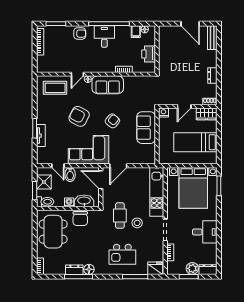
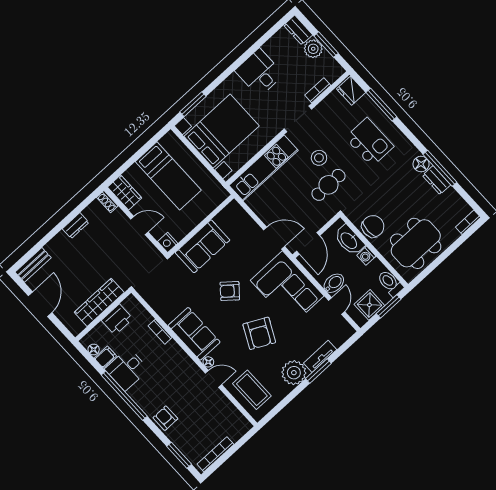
desk: (104, 37) -> (127, 369), moved
wardrobe: (165, 53) -> (99, 302), added
plant: (45, 116) -> (294, 373), added

